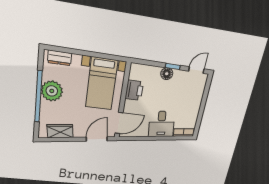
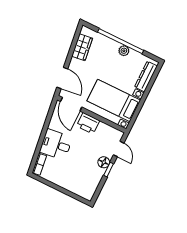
dresser: (59, 58) -> (146, 76), width x1.44
door: (196, 70) -> (119, 149), moved
printer: (134, 90) -> (88, 123), moved
plant: (52, 91) -> (124, 51), width x0.53, depth x0.53

